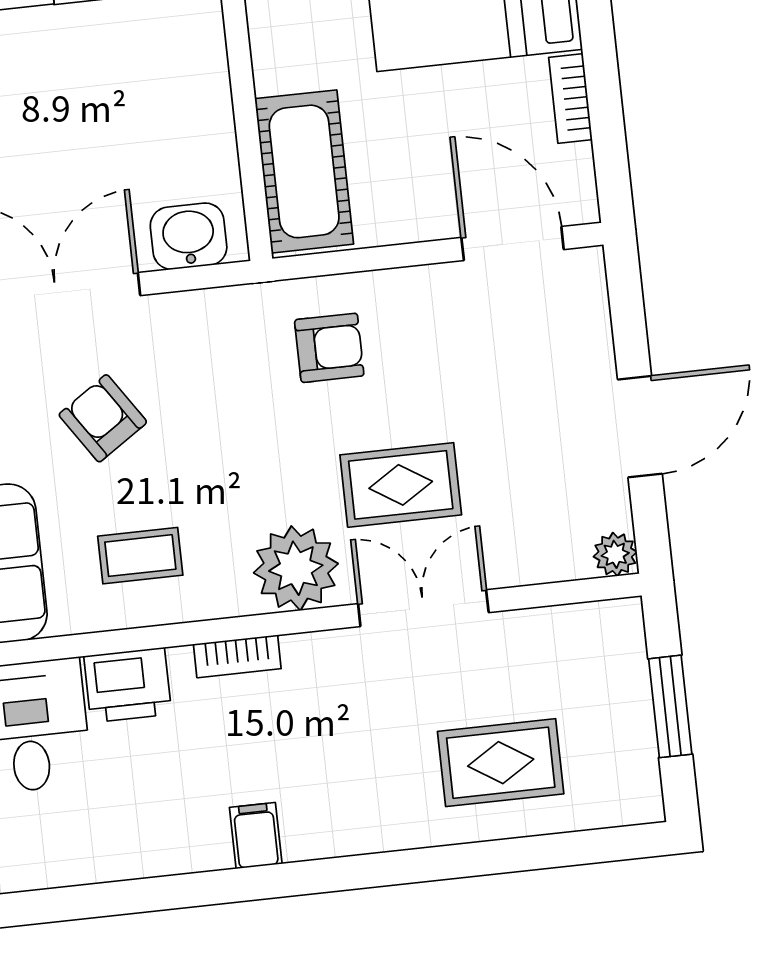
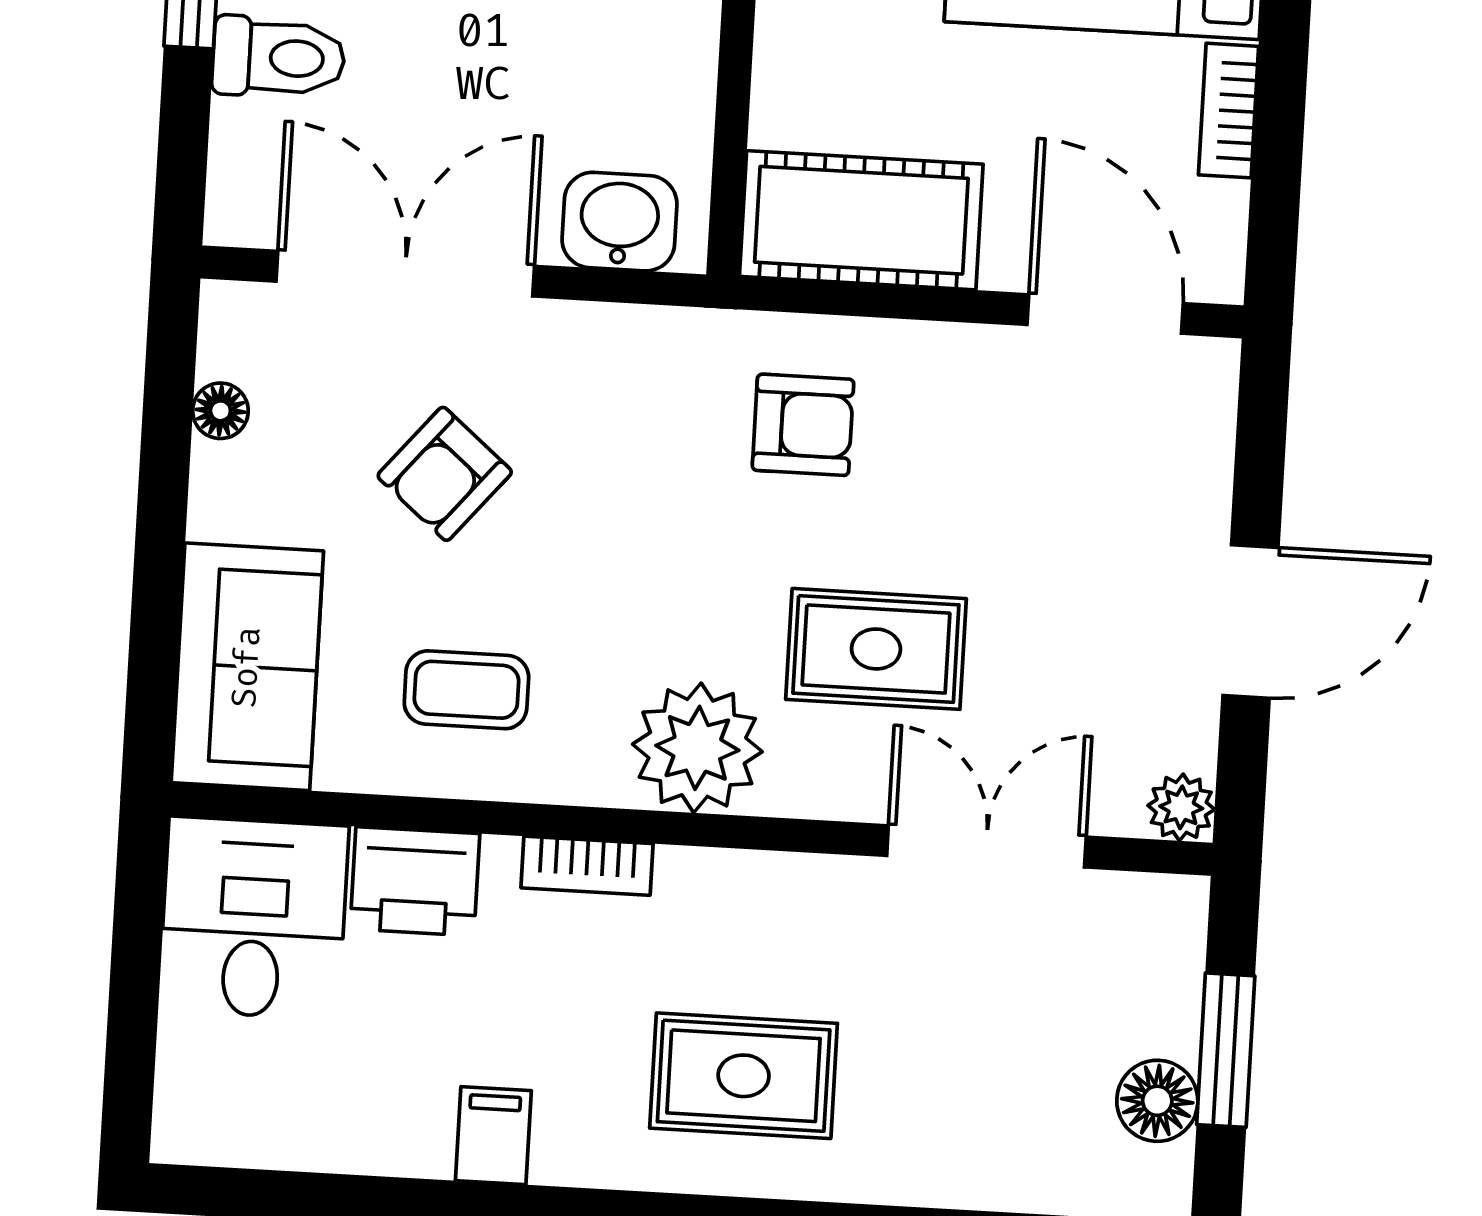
cot: (304, 171) -> (861, 220), moved, turned 90
armchair: (103, 418) -> (445, 474), turned -106
double door: (423, 608) -> (986, 846), moved
floor lamp: (631, 747) -> (1157, 1101), added
rug: (501, 763) -> (744, 1076), moved
filing cabinet: (256, 836) -> (493, 1136), moved

